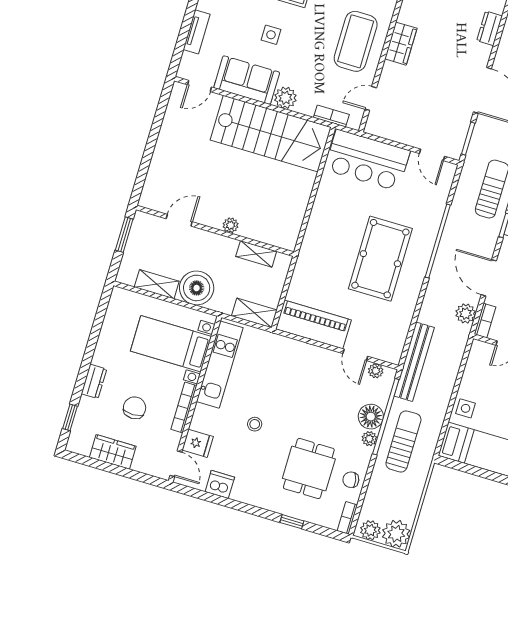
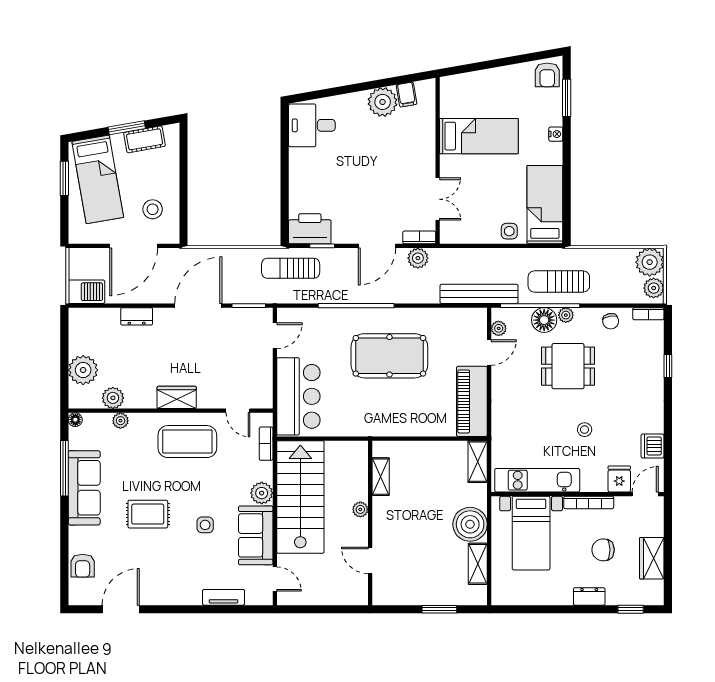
door: (179, 220) -> (370, 560), moved
plant: (231, 225) -> (360, 509), moved
wall: (215, 231) -> (370, 523), moved
shelving: (256, 254) -> (381, 477), moved
dining table: (309, 469) -> (568, 366), moved

